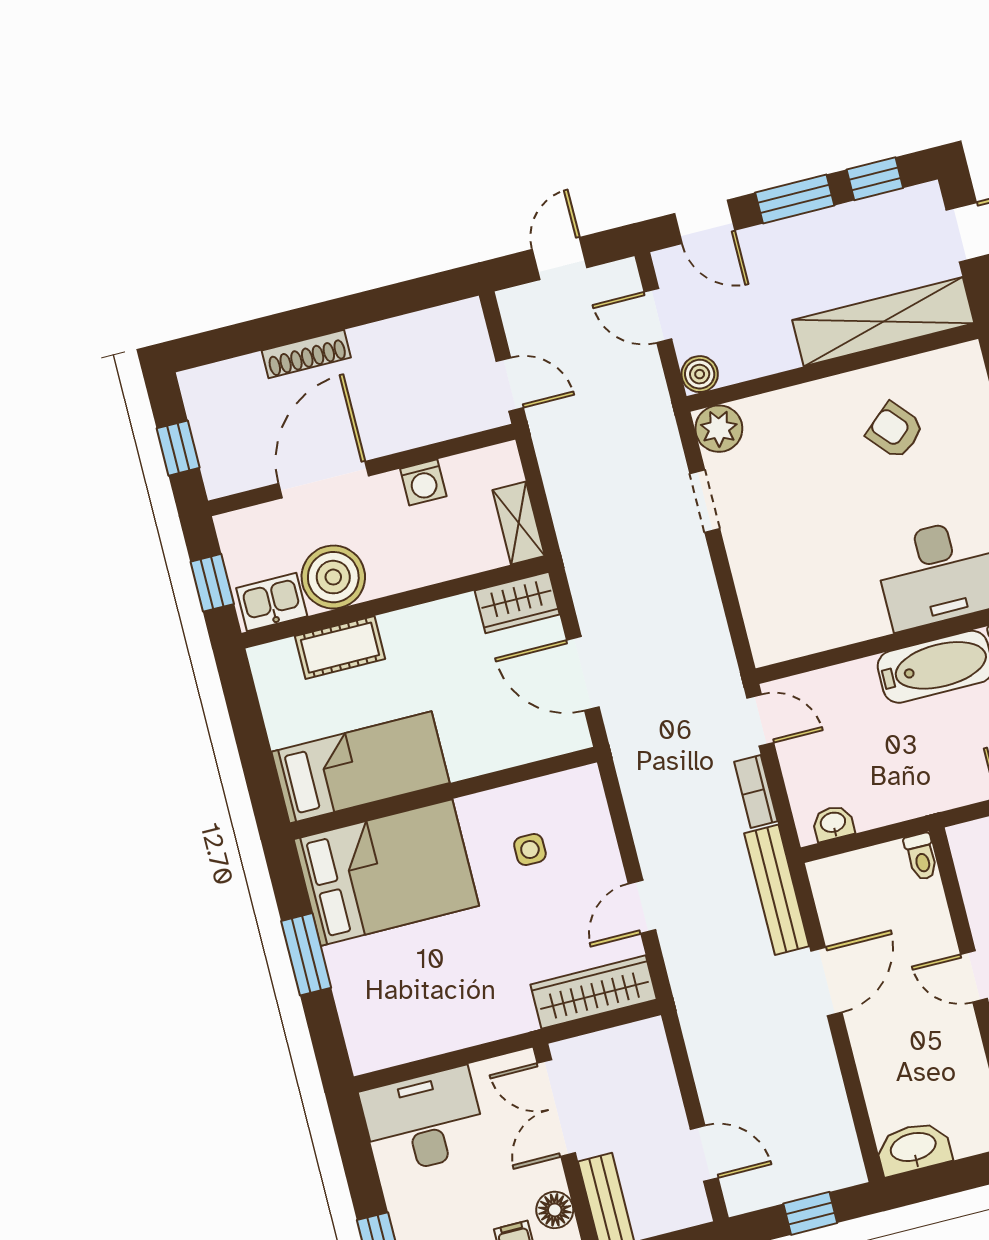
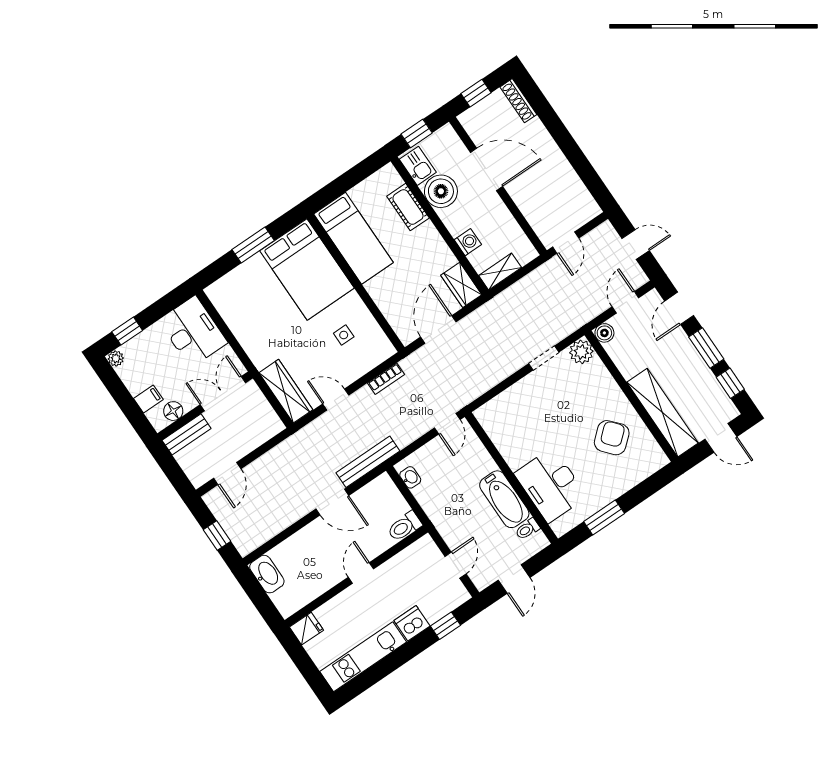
shoe rack: (306, 354) -> (518, 101), moved
armchair: (895, 431) -> (612, 438), width x1.38, depth x1.38
washing machine: (423, 482) -> (468, 242), moved, turned 180
bookcase: (756, 791) -> (386, 379), moved, turned 180
toilet: (921, 857) -> (405, 526), width x1.37, depth x1.39

